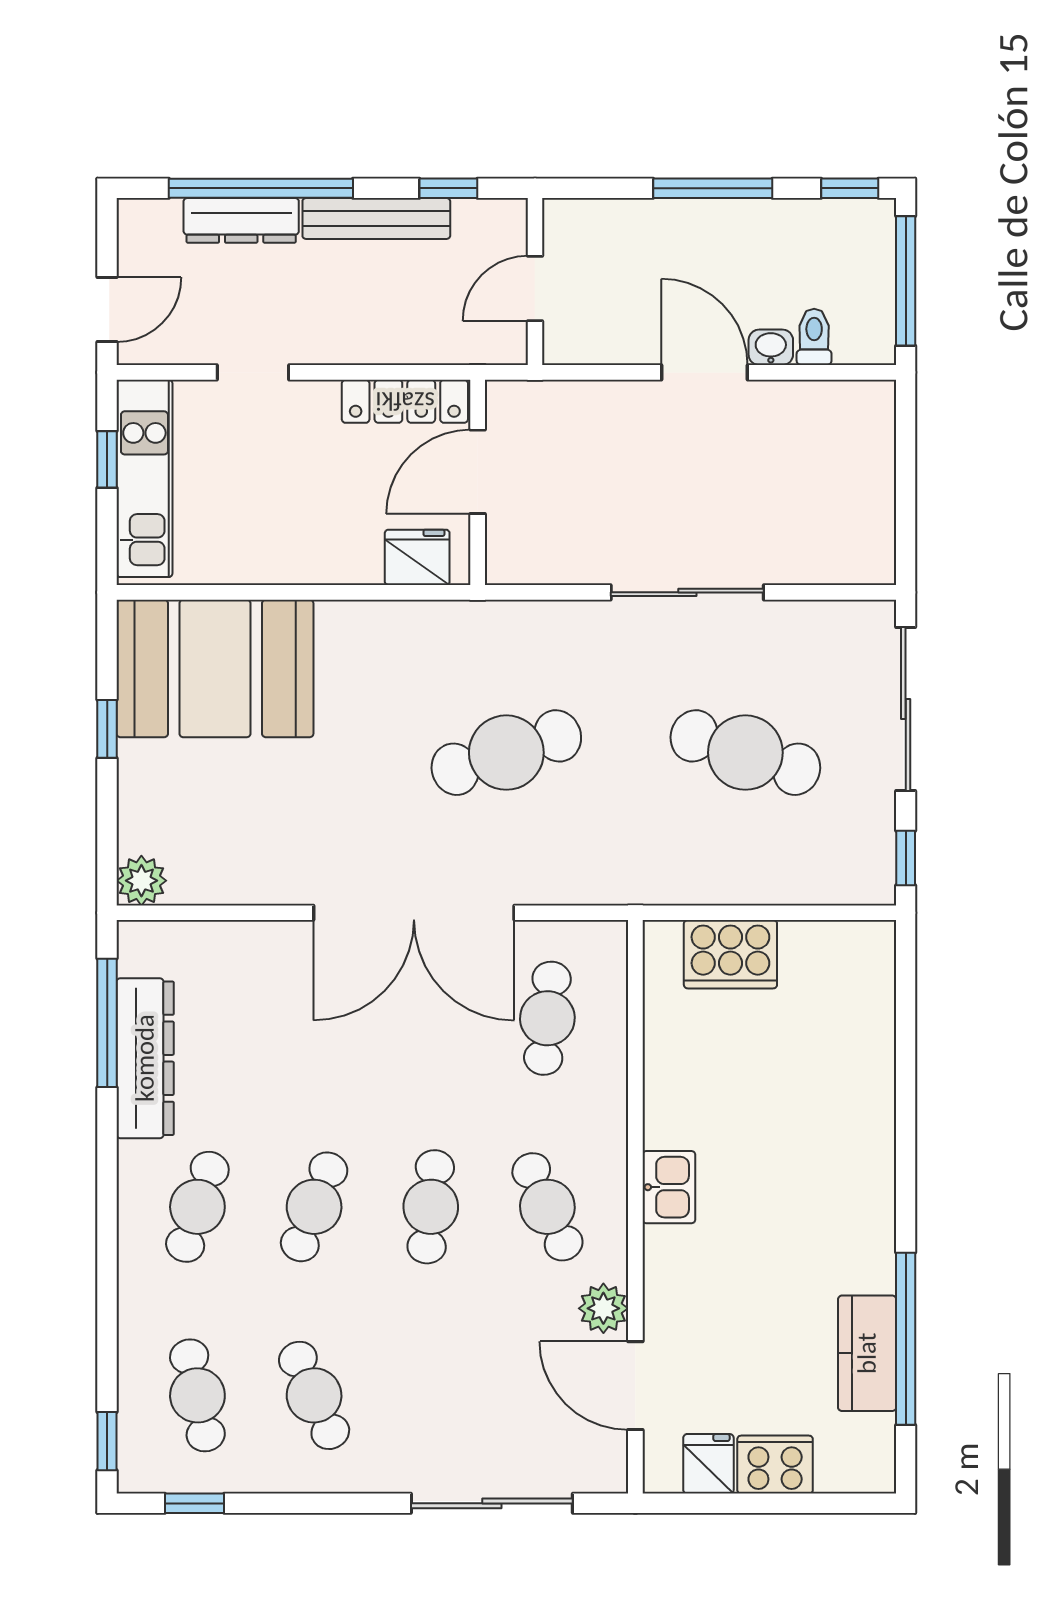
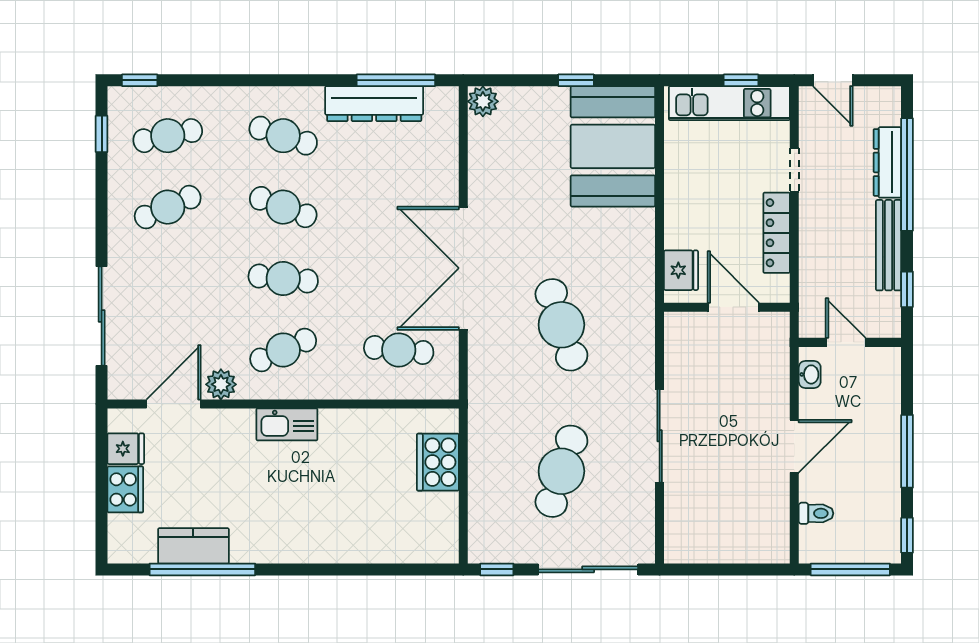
washbasin: (771, 347) -> (810, 374), moved
locker: (405, 401) -> (777, 233), moved
kitchen sink: (669, 1187) -> (287, 424), width x1.38

